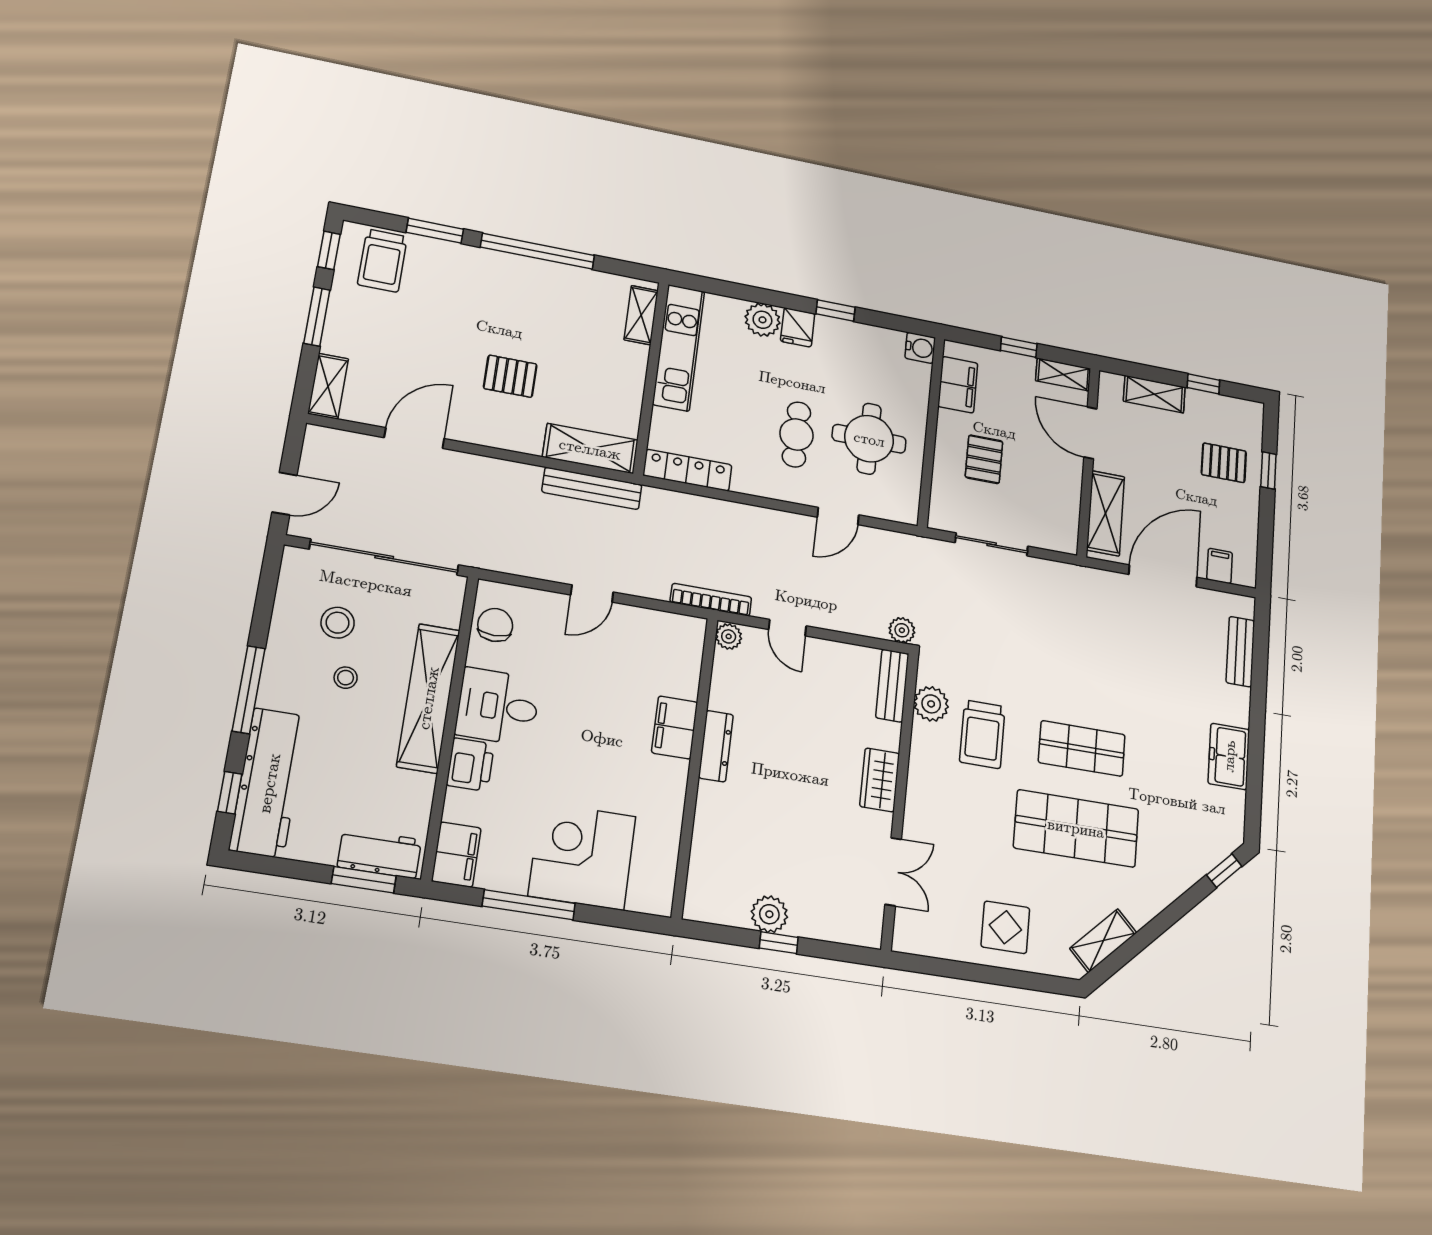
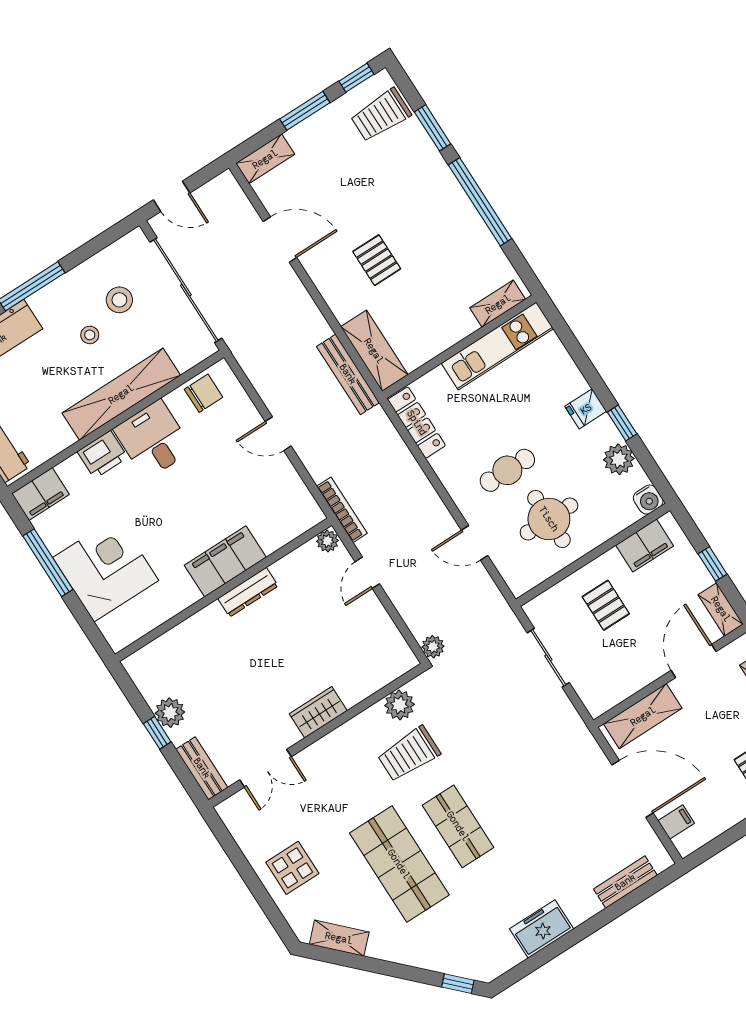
plant: (762, 320) -> (619, 459), moved
pallet: (984, 459) -> (606, 605), turned 90
bench: (892, 686) -> (202, 768), moved, turned 90
filing cabinet: (675, 727) -> (225, 561), width x1.50, depth x1.17

